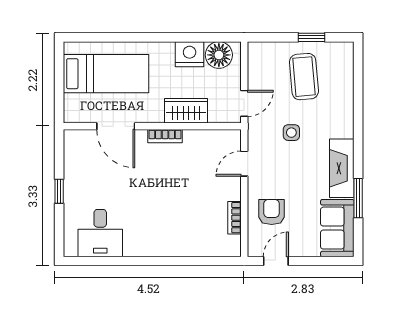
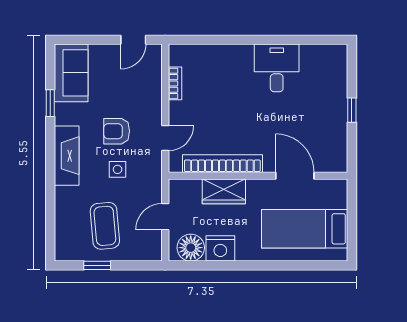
door: (244, 103) -> (165, 217), moved
bookcase: (165, 136) -> (222, 164), width x2.31, depth x1.31
fireplace: (342, 168) -> (67, 156), moved
window: (358, 198) -> (50, 103), width x0.67
armchair: (272, 212) -> (117, 131), moved, turned 90
desk: (100, 233) -> (277, 68), moved

